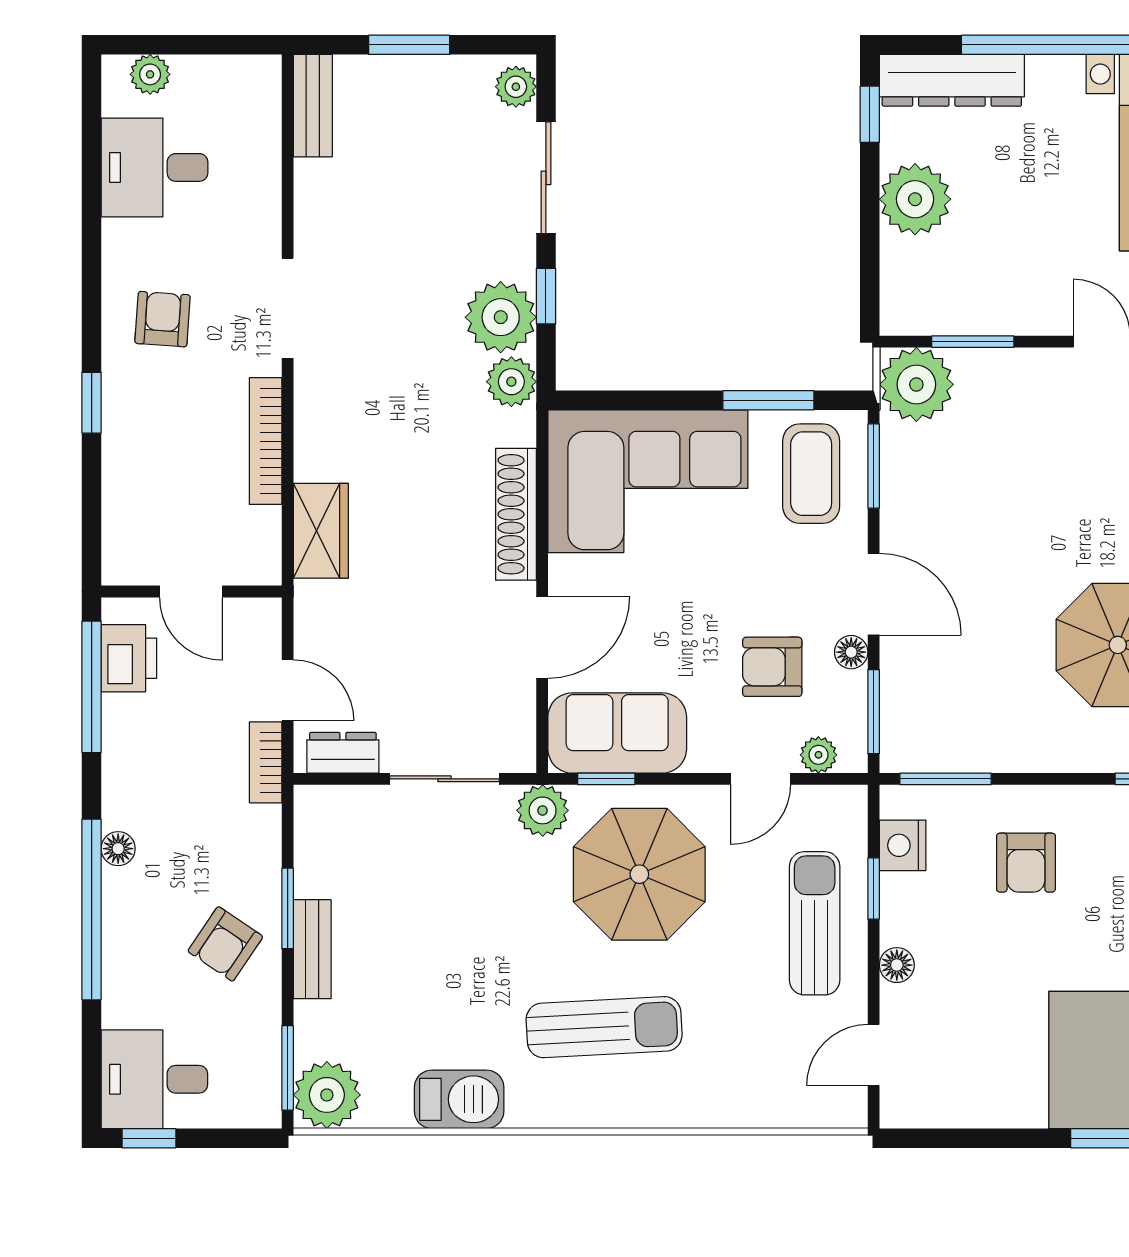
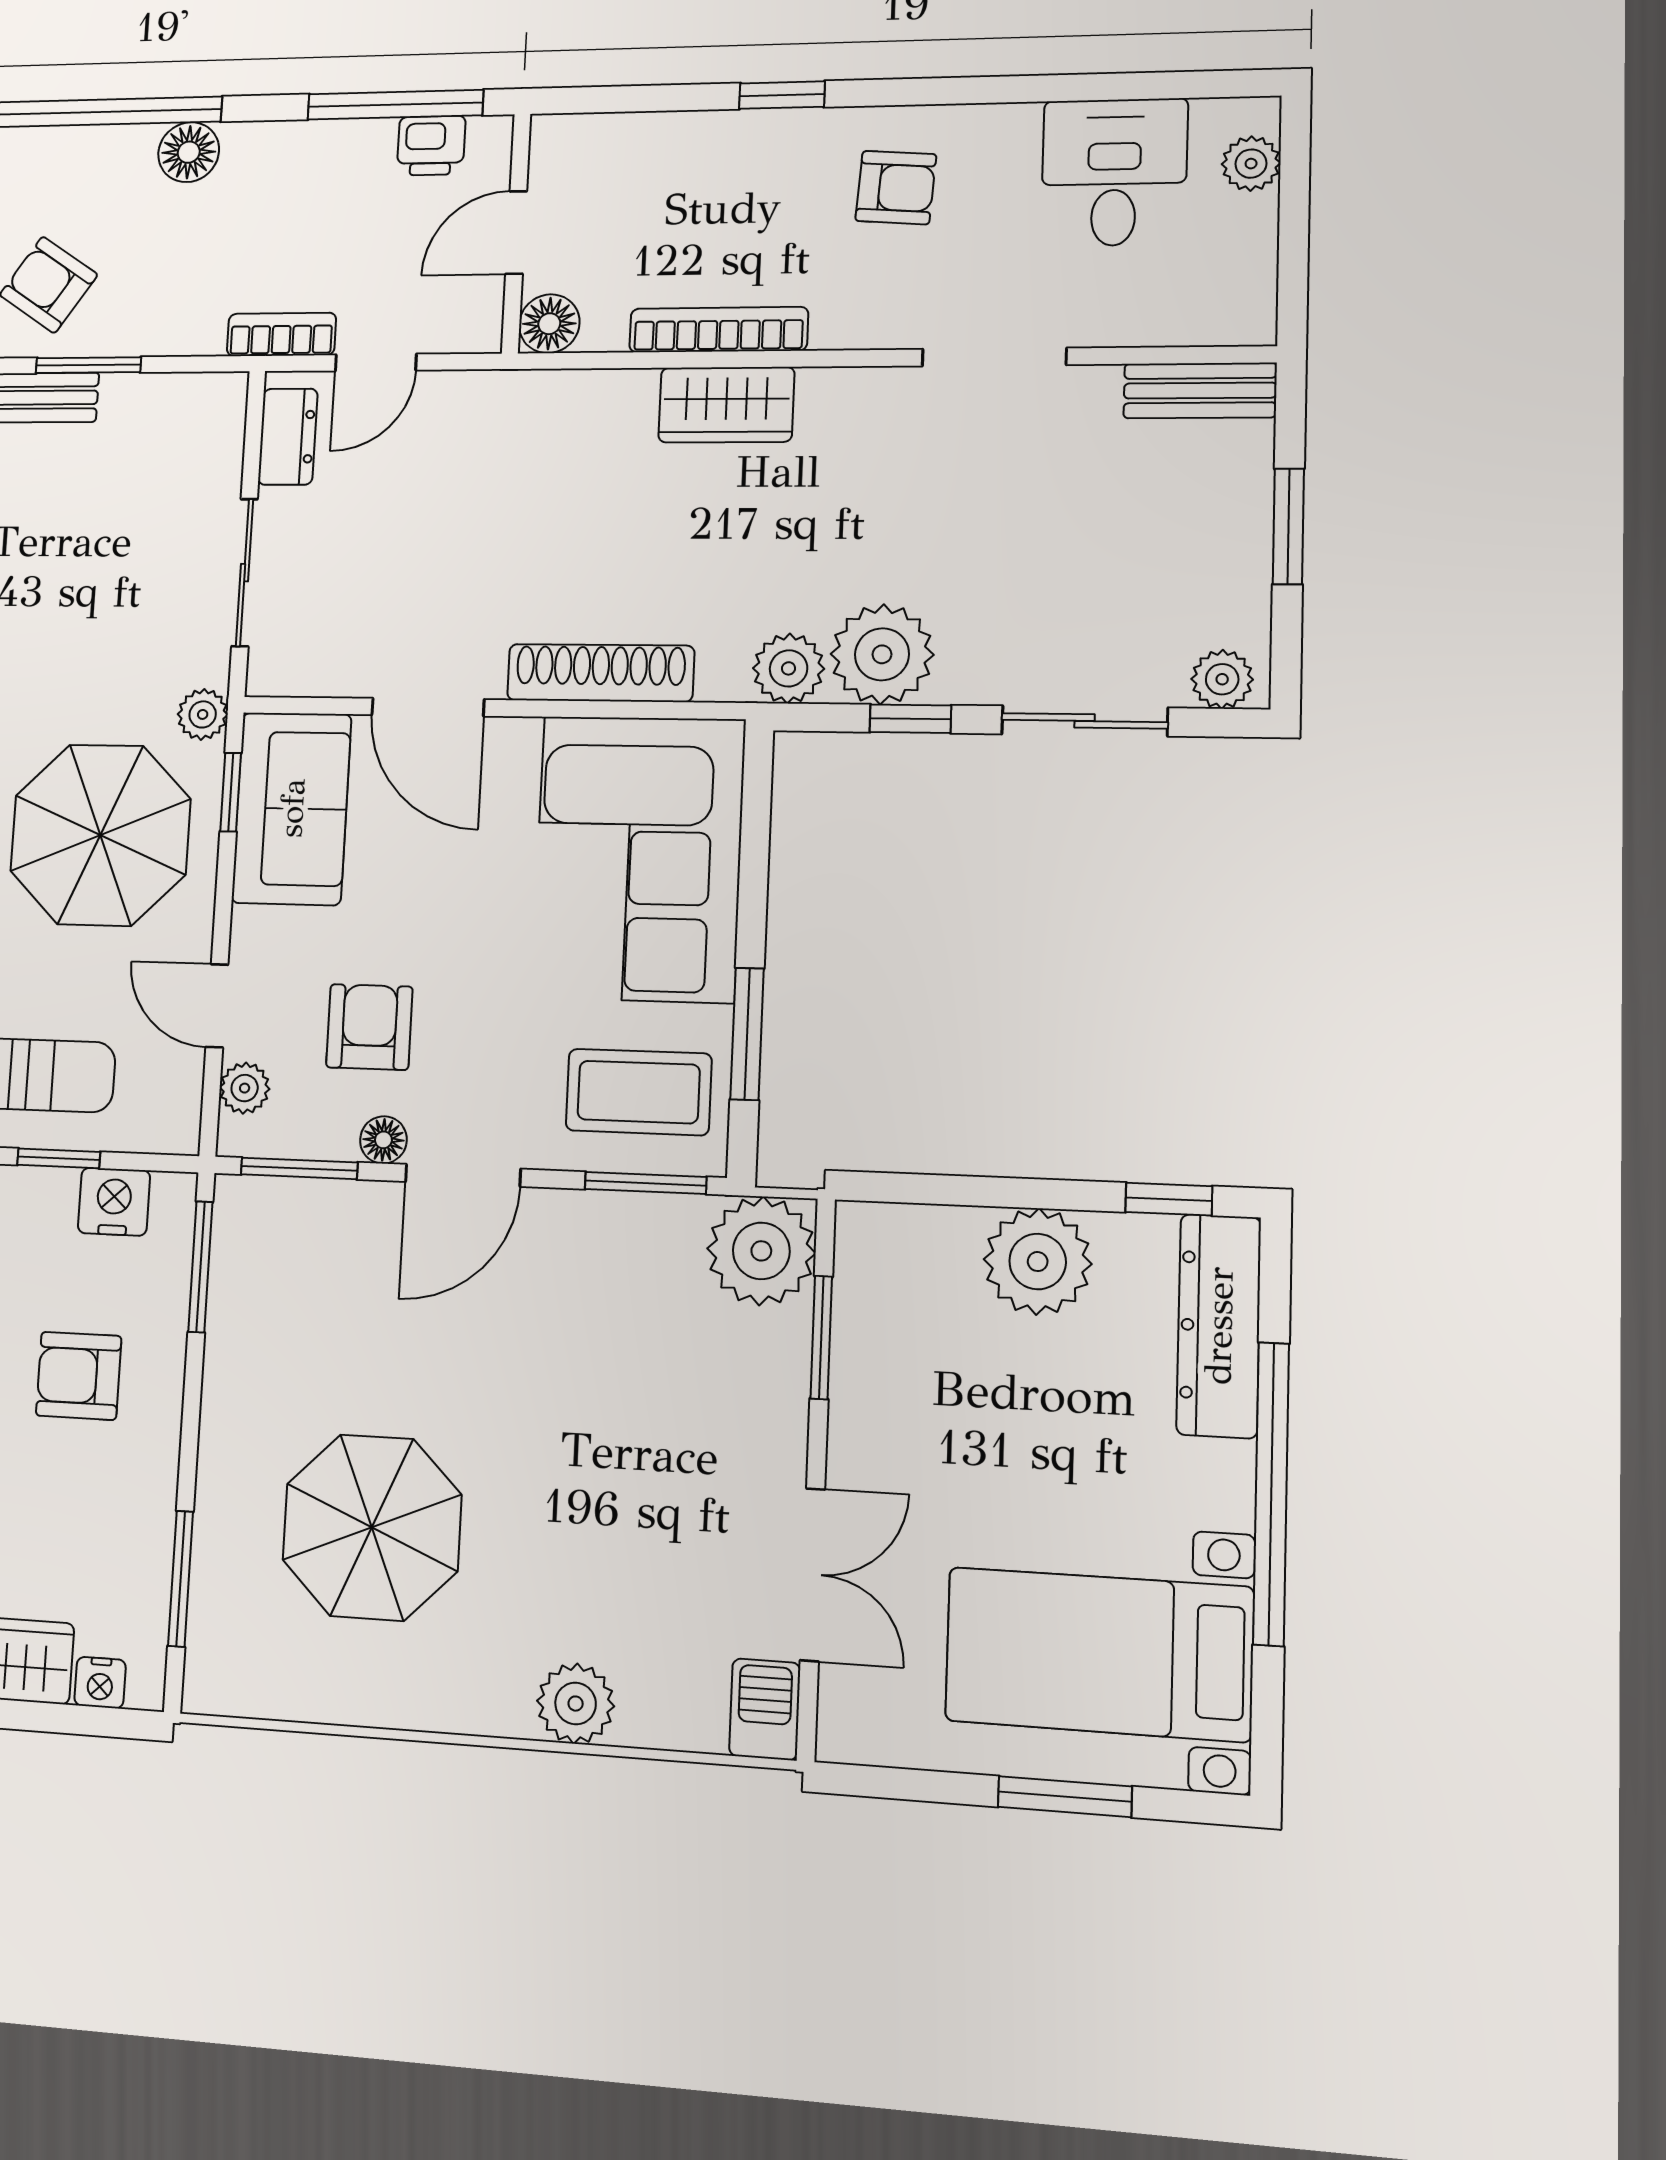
doorway: (288, 308) -> (994, 357), moved
wardrobe: (321, 531) -> (726, 405), moved
floor lamp: (260, 564) -> (549, 324), added
printer: (129, 658) -> (431, 146), width x0.73, depth x0.81
plant: (543, 810) -> (203, 714), width x0.73, depth x0.73
floor lamp: (118, 849) -> (189, 152), width x1.37, depth x1.37

